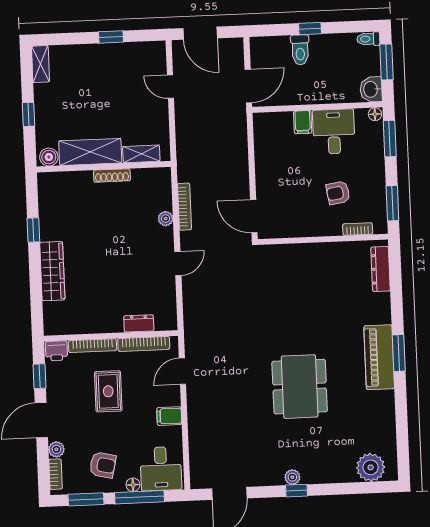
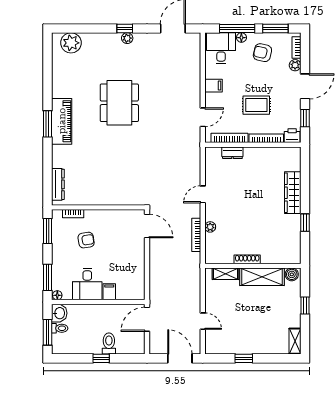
toilet: (368, 39) -> (60, 328), moved
rug: (108, 391) -> (256, 105), turned 90

